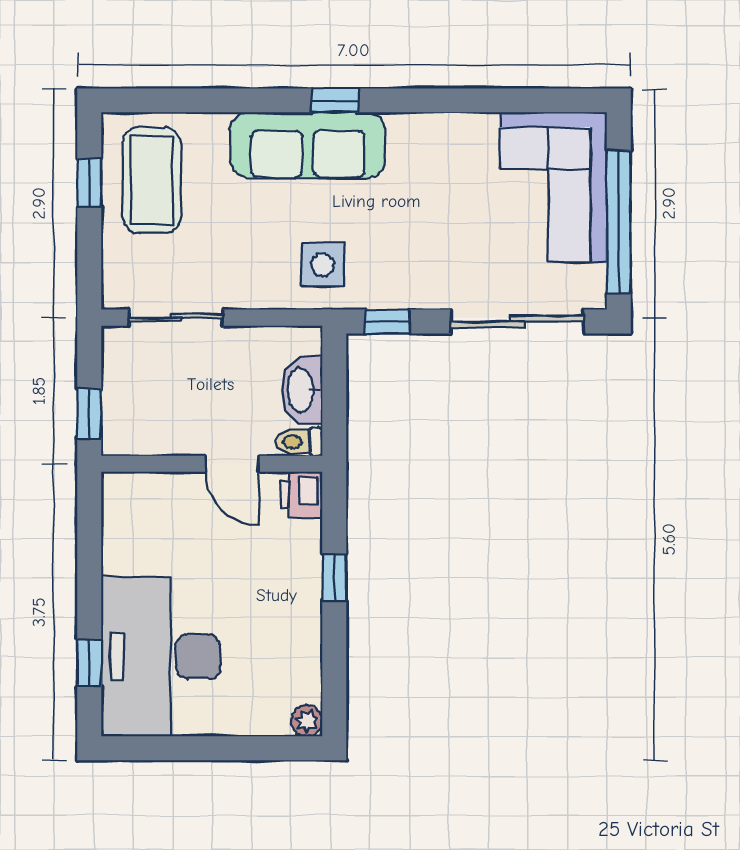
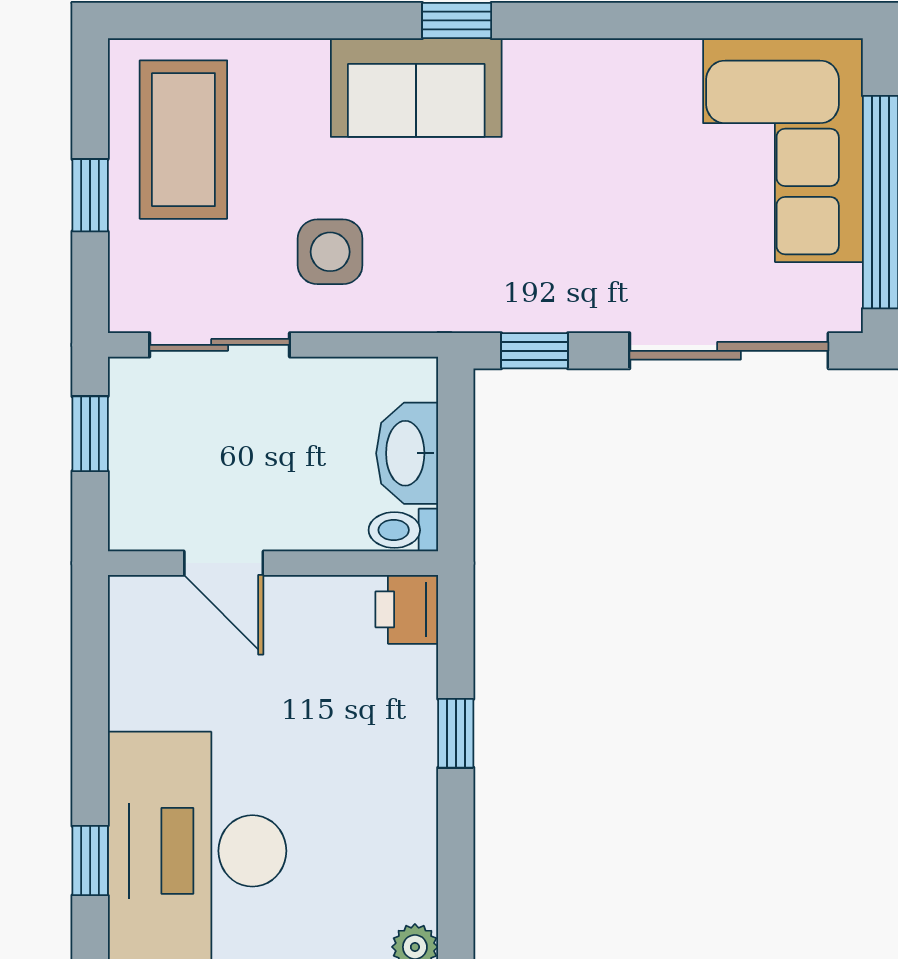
sofa: (308, 145) -> (416, 88), width x0.73
window: (89, 183) -> (90, 195), moved
side table: (323, 265) -> (330, 252), moved
window: (89, 414) -> (90, 434), moved
door: (232, 464) -> (224, 563), moved

